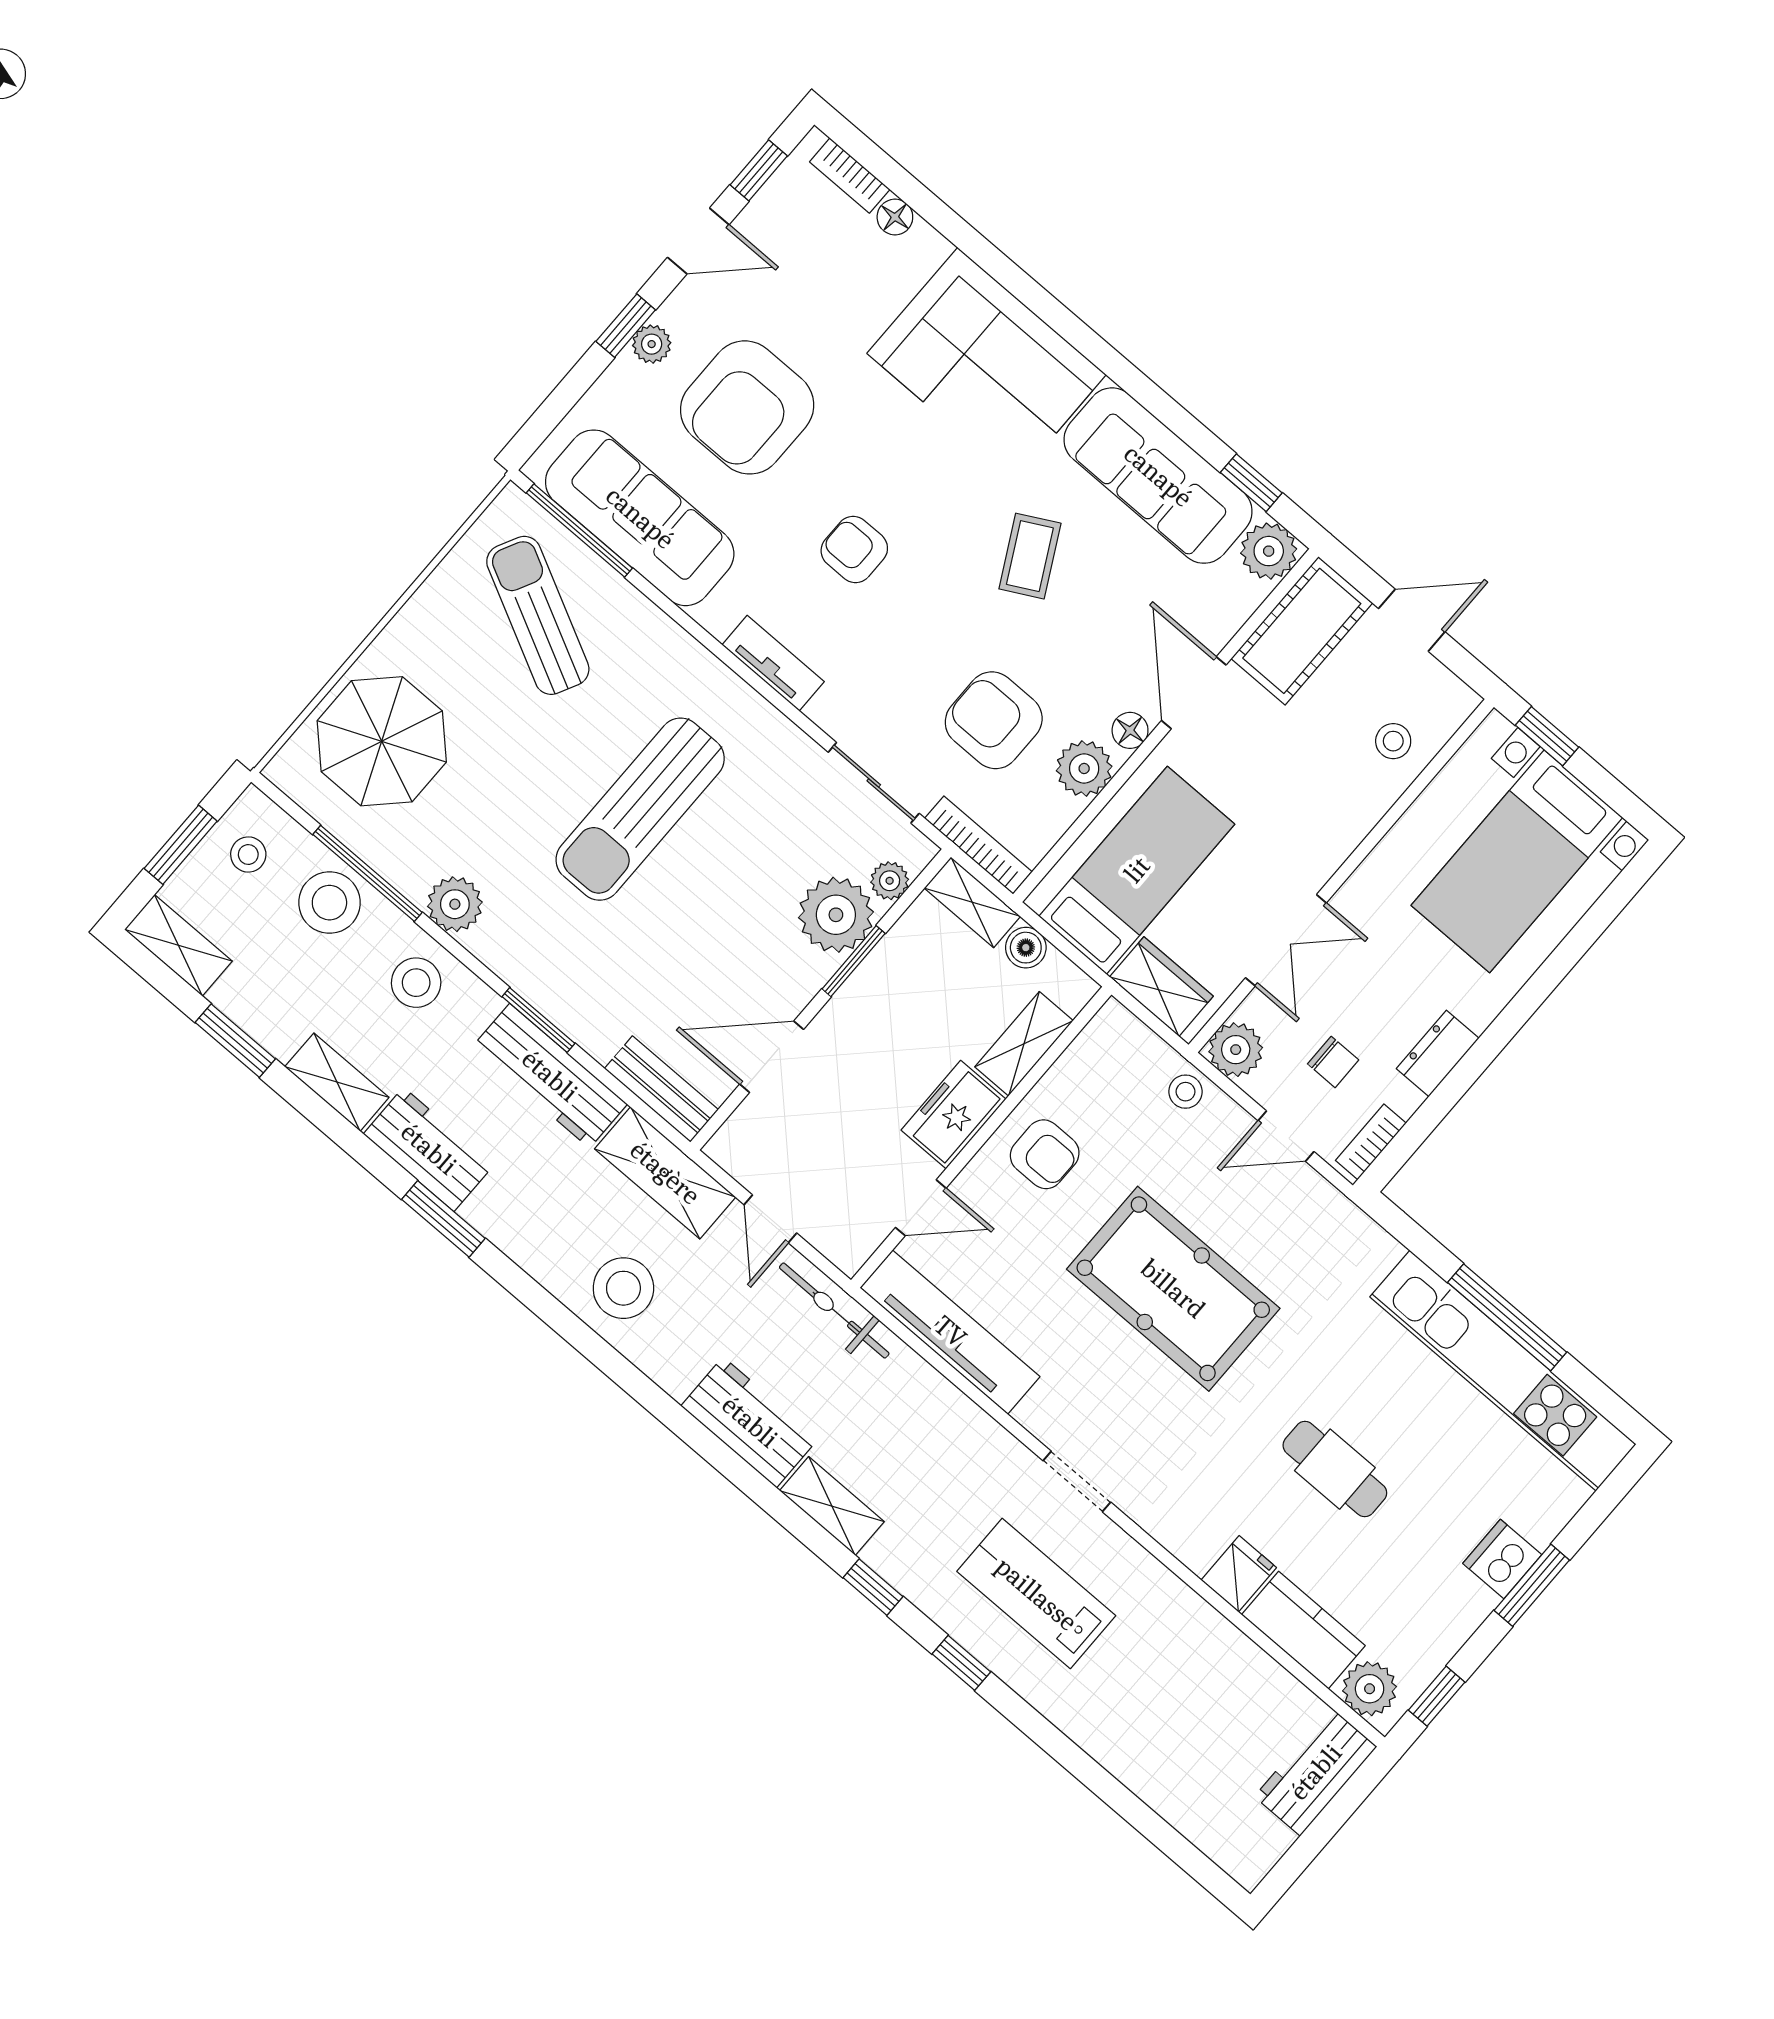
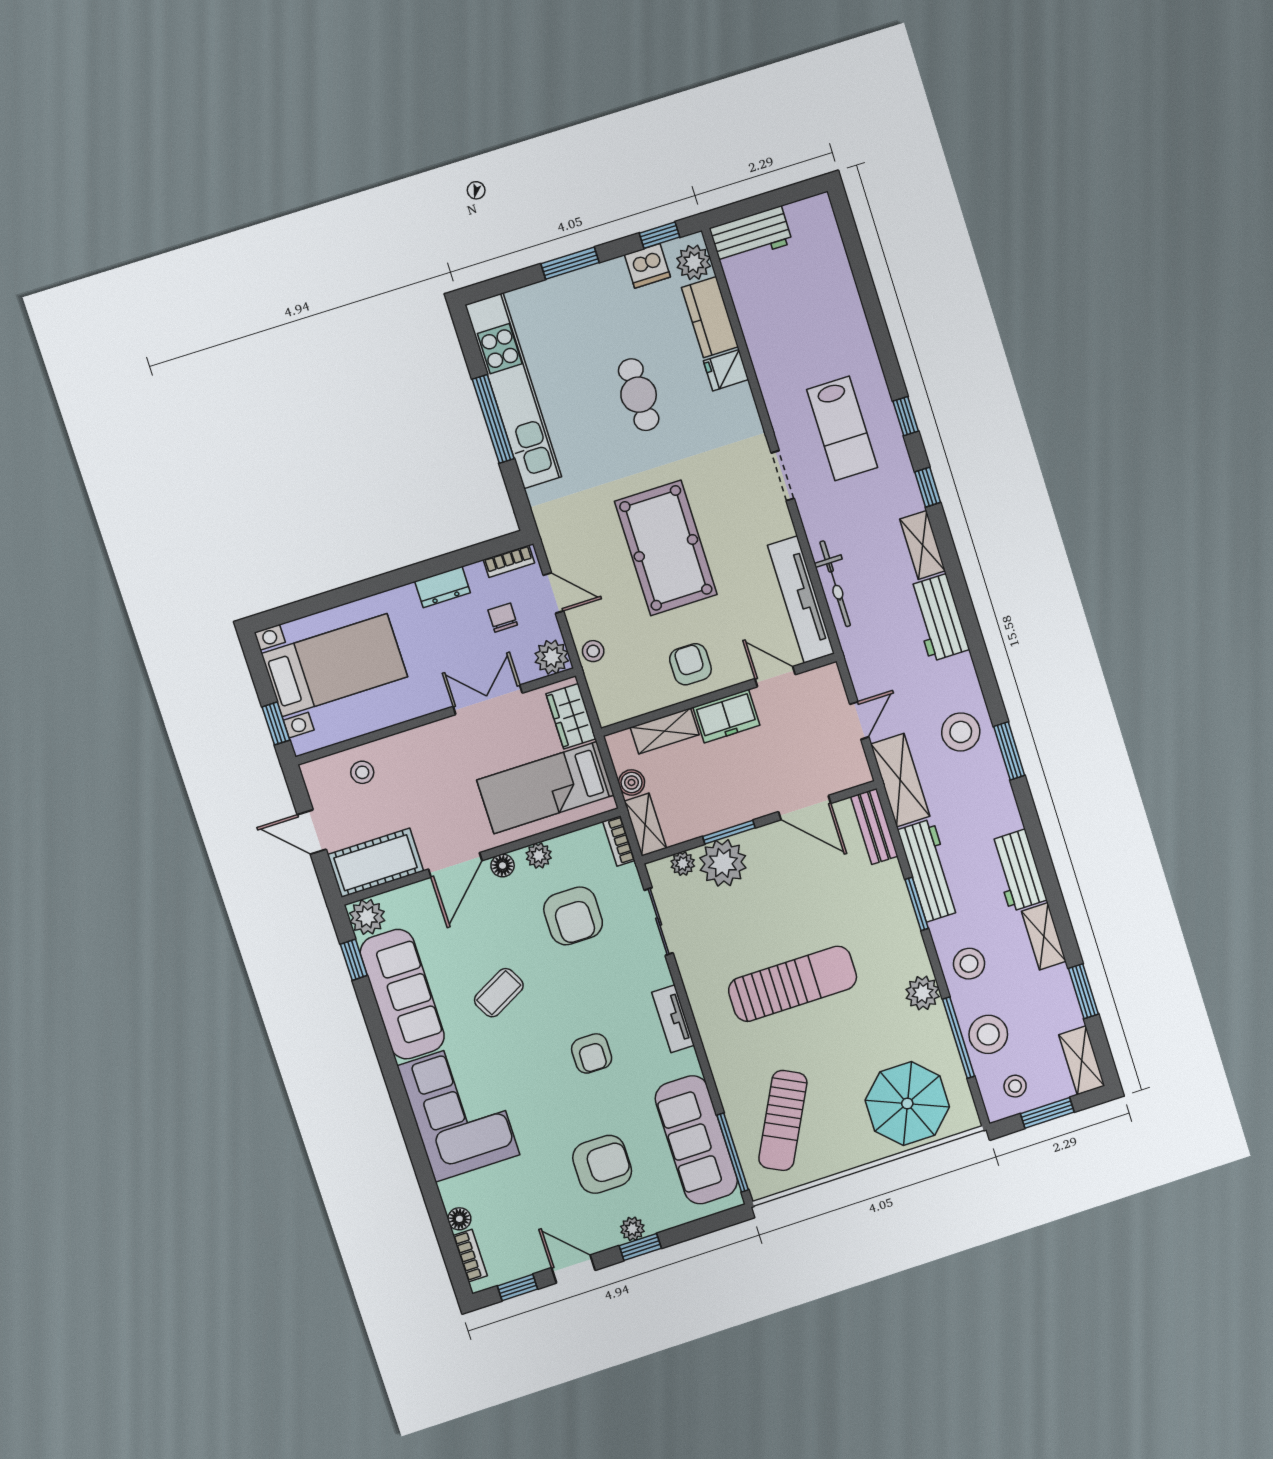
armchair: (747, 407) -> (602, 1164), width x0.73, depth x0.73
plant: (1084, 769) -> (539, 855), width x0.73, depth x0.73
bookcase: (978, 845) -> (619, 841), width x0.64
window: (443, 1219) -> (1009, 751), moved
bicycle: (834, 1310) -> (835, 584), moved
dishwasher: (1502, 1559) -> (647, 266), moved

